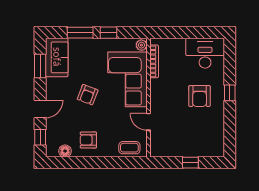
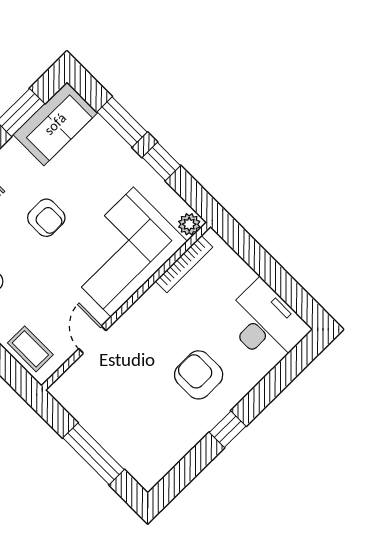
window: (230, 93) -> (228, 429), moved
armchair: (88, 95) -> (46, 218), turned -111
armchair: (200, 96) -> (199, 375), turned 90
window: (190, 163) -> (93, 454), width x2.17

